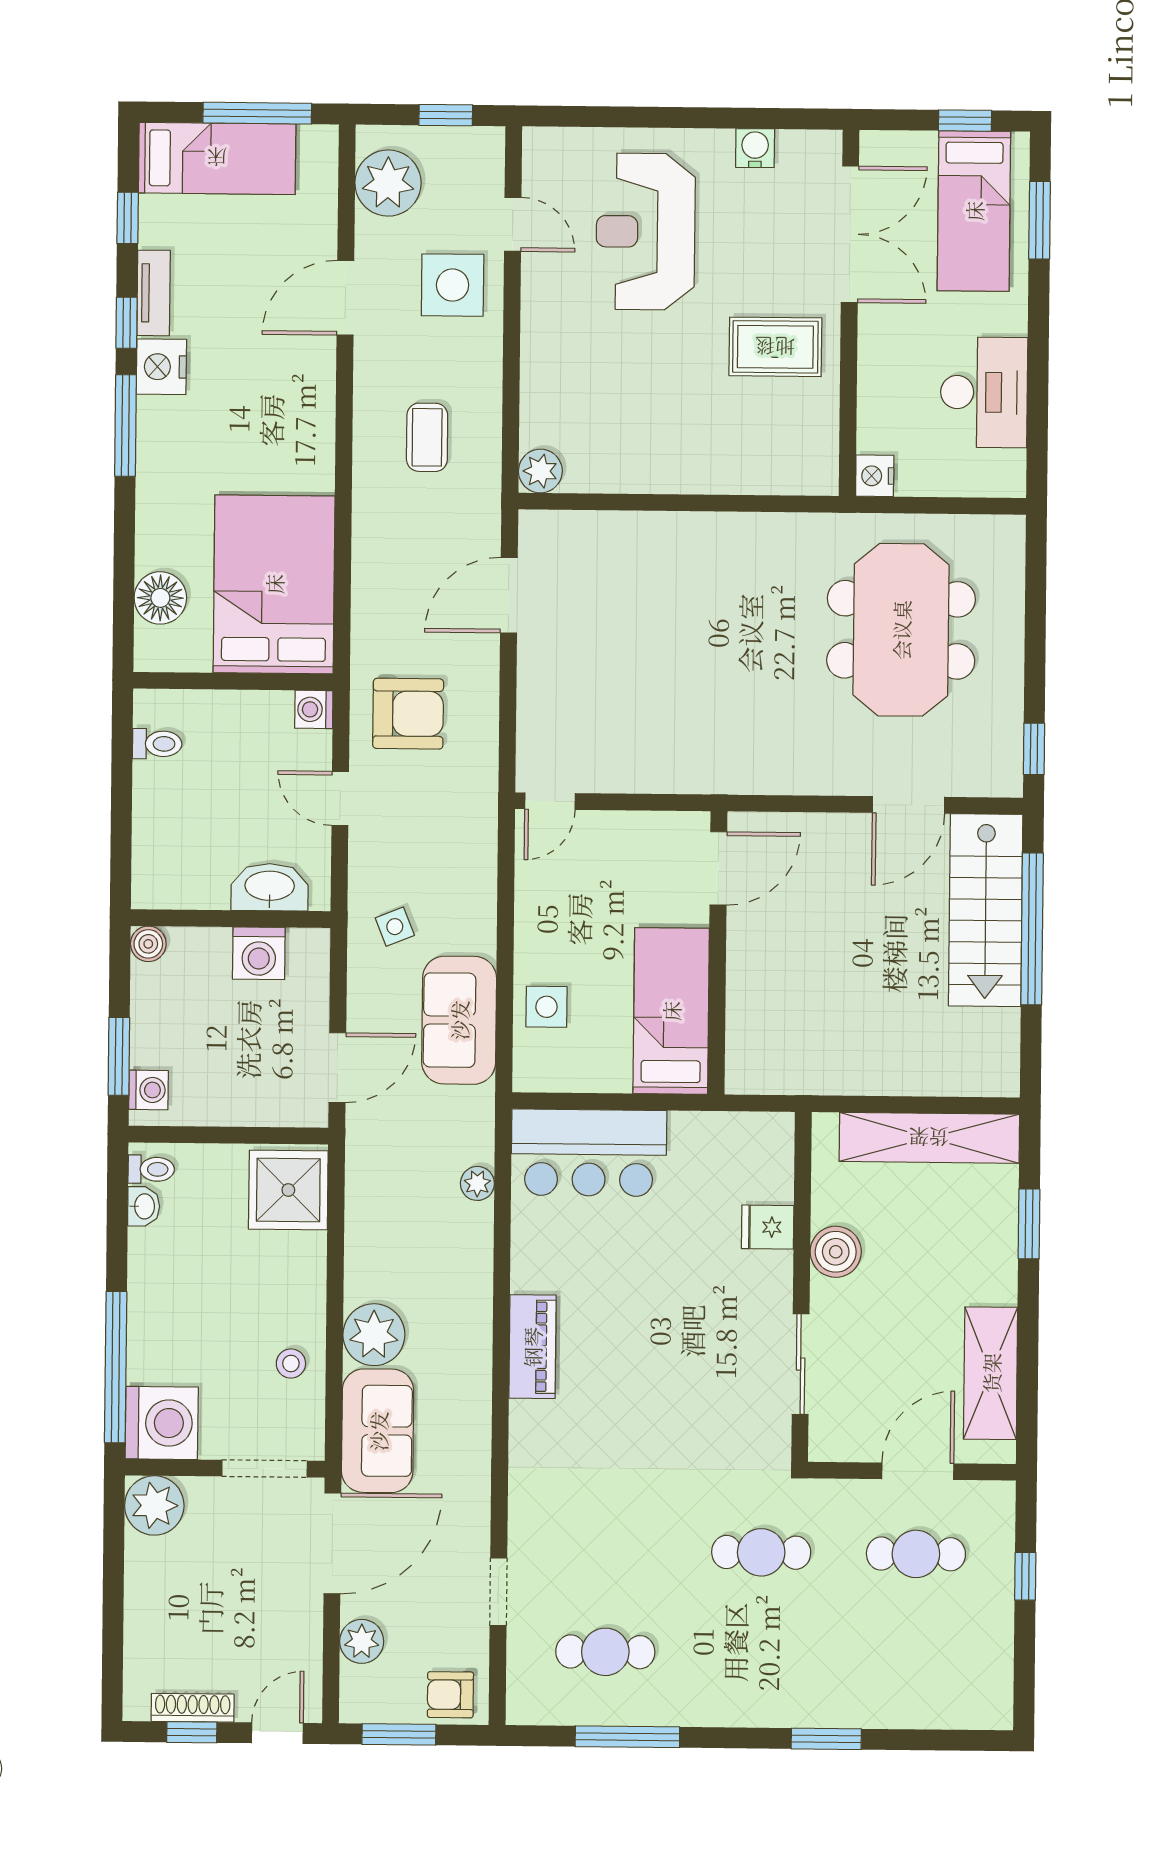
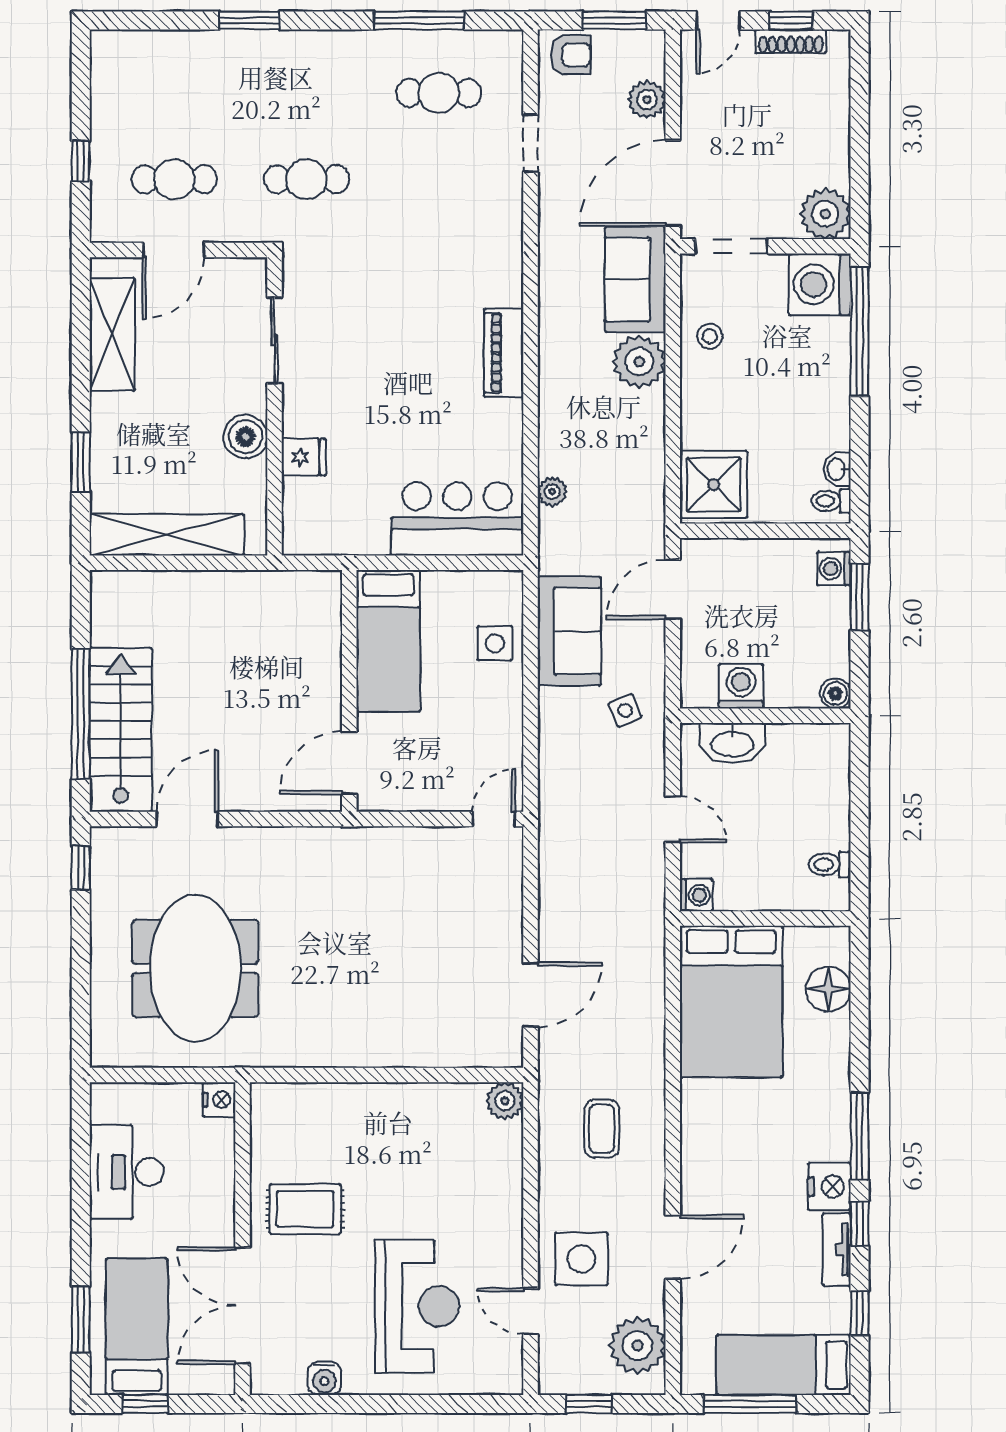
armchair: (408, 714) -> (616, 892), removed

